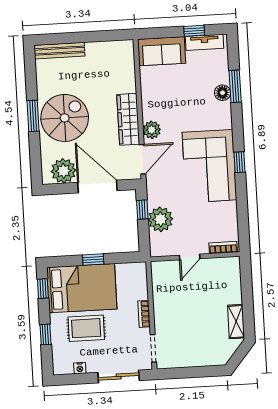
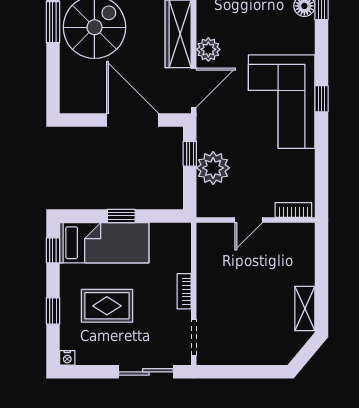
plant: (63, 171) -> (89, 97), removed
bed: (82, 288) -> (104, 243), width x0.67
nightstand: (80, 368) -> (67, 358), moved

